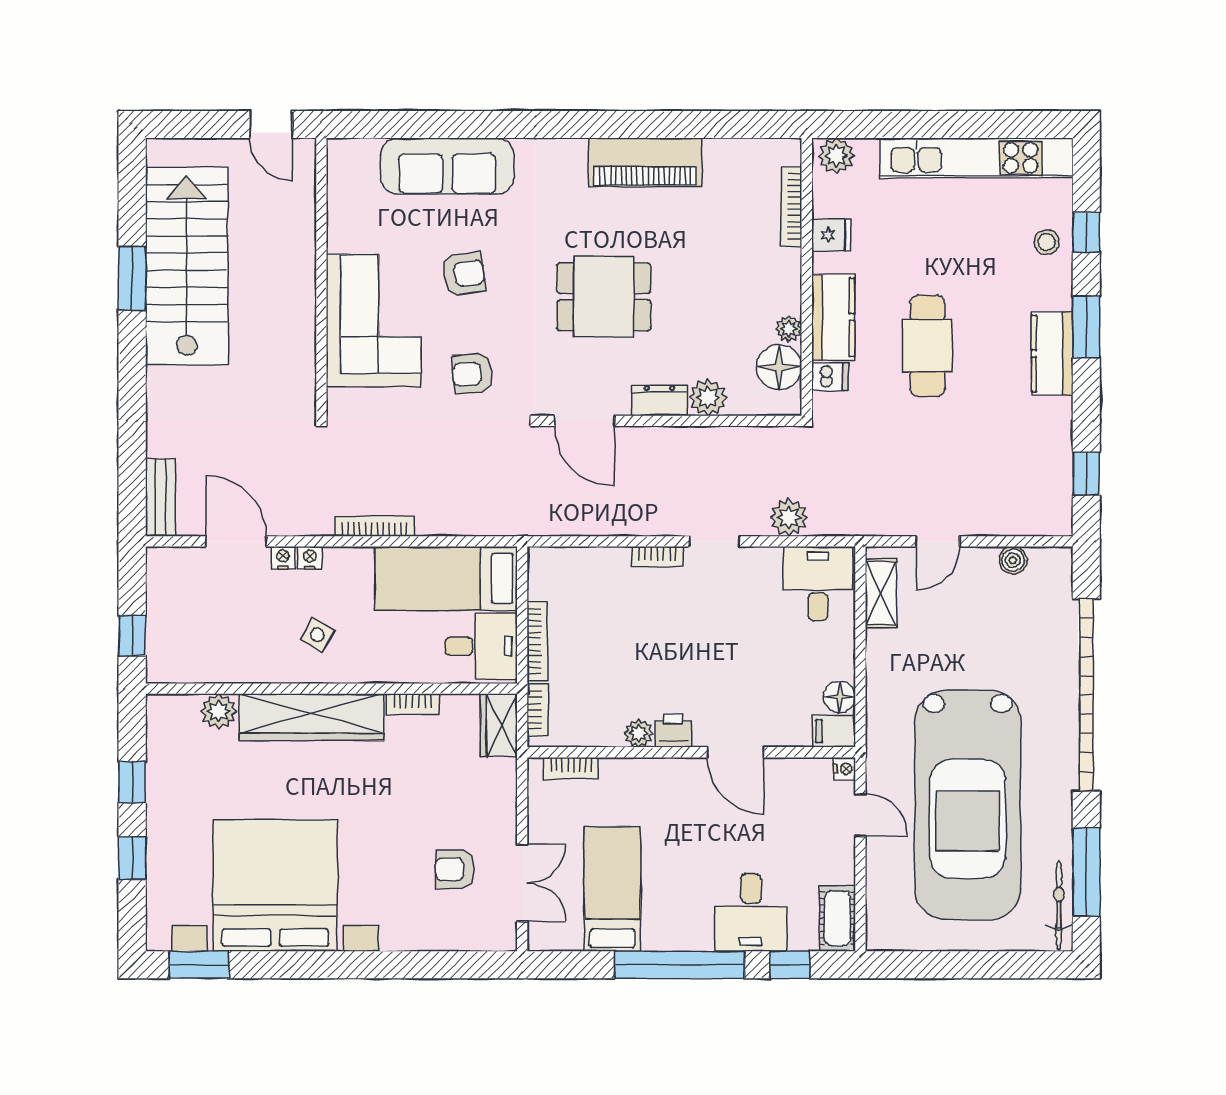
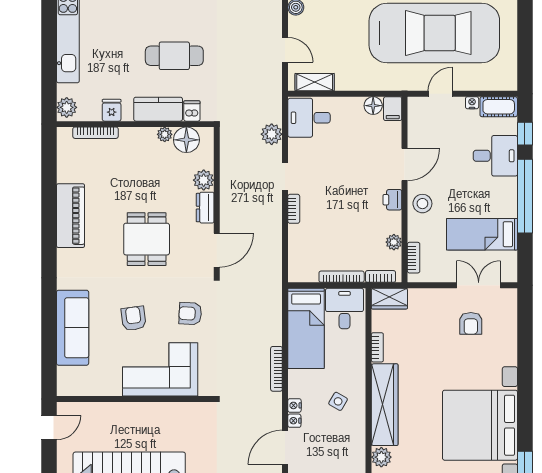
armchair: (472, 374) -> (190, 314), turned 98
plant: (638, 733) -> (394, 242), moved
nightstand: (844, 769) -> (472, 103), moved
stool: (667, 784) -> (422, 204), added

